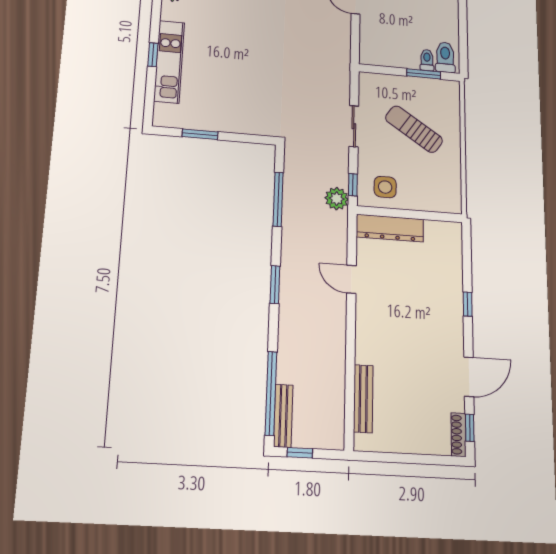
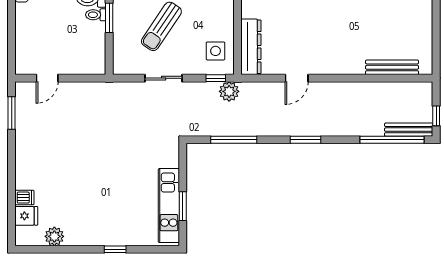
kitchen unit: (169, 62) -> (169, 206), moved, turned -90

